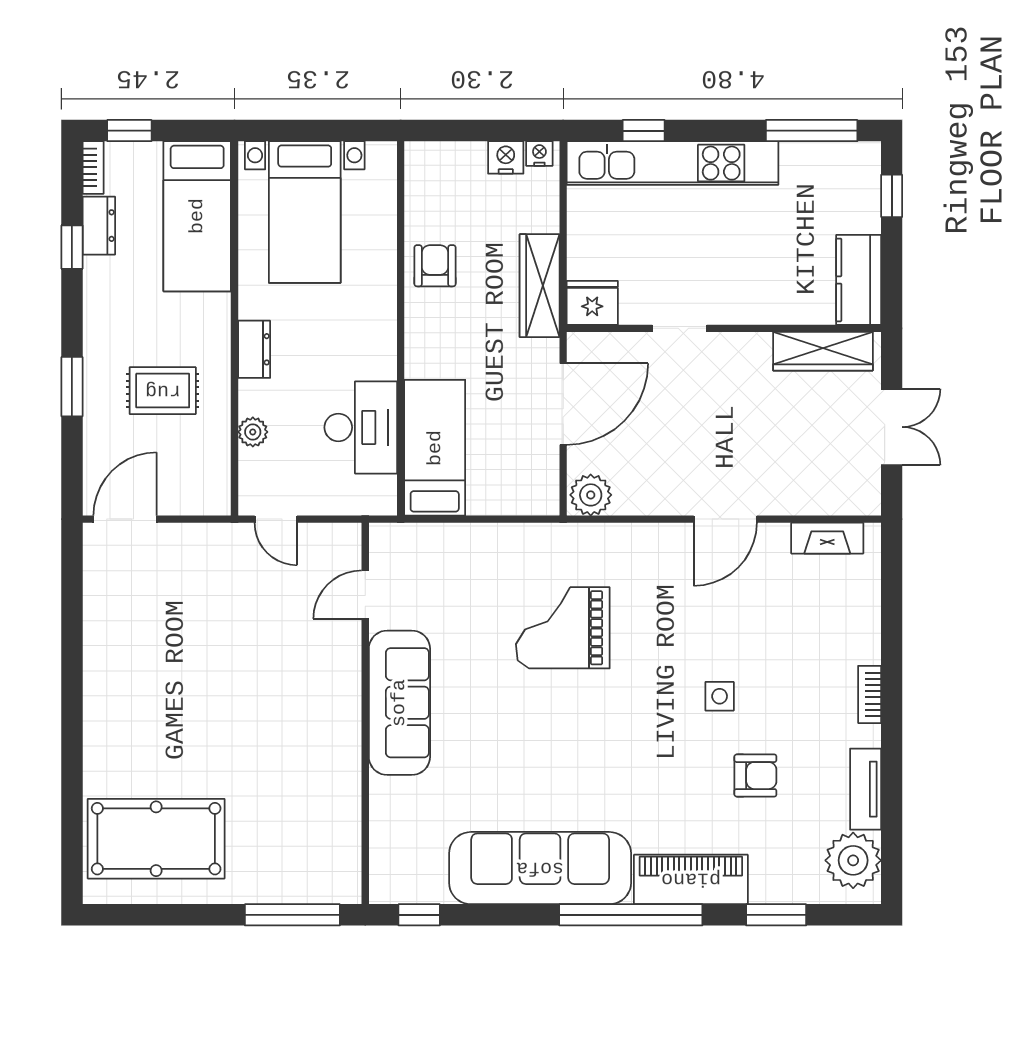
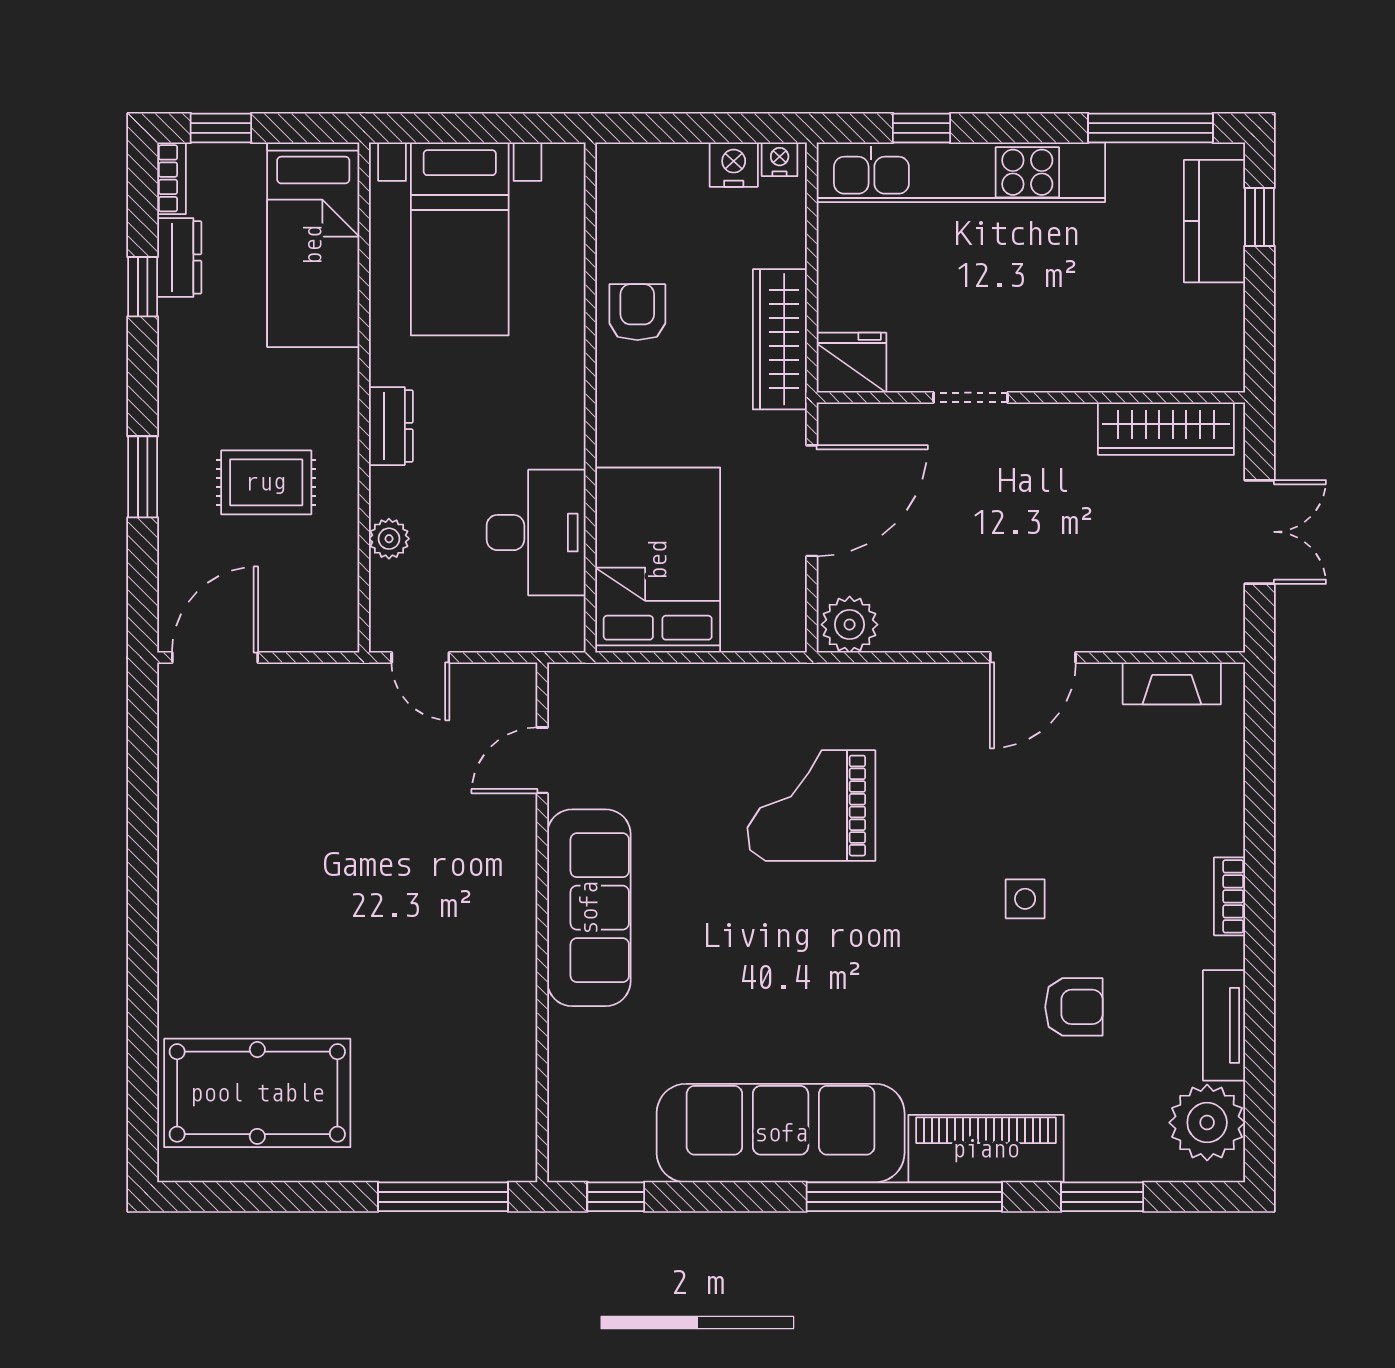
kitchen counter: (859, 280) -> (1214, 221), moved
bed: (435, 448) -> (658, 560), width x1.50

